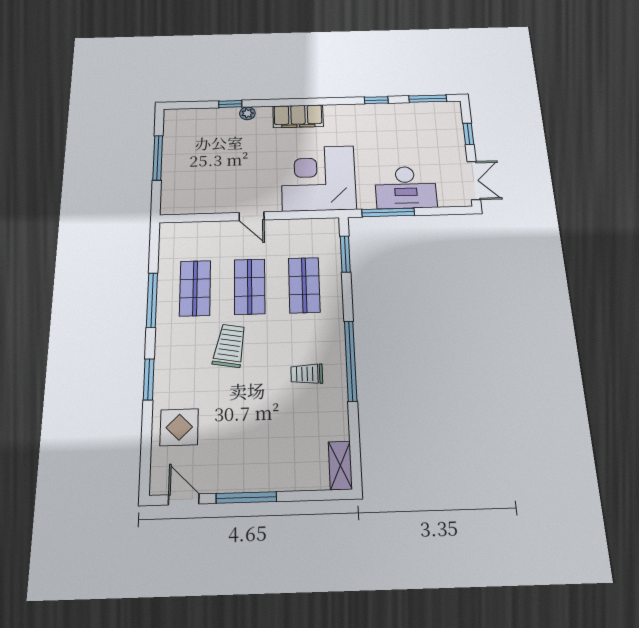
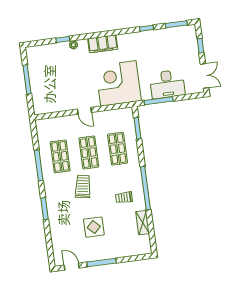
display table: (179, 427) -> (94, 227), moved
shelving: (340, 465) -> (143, 223), moved

